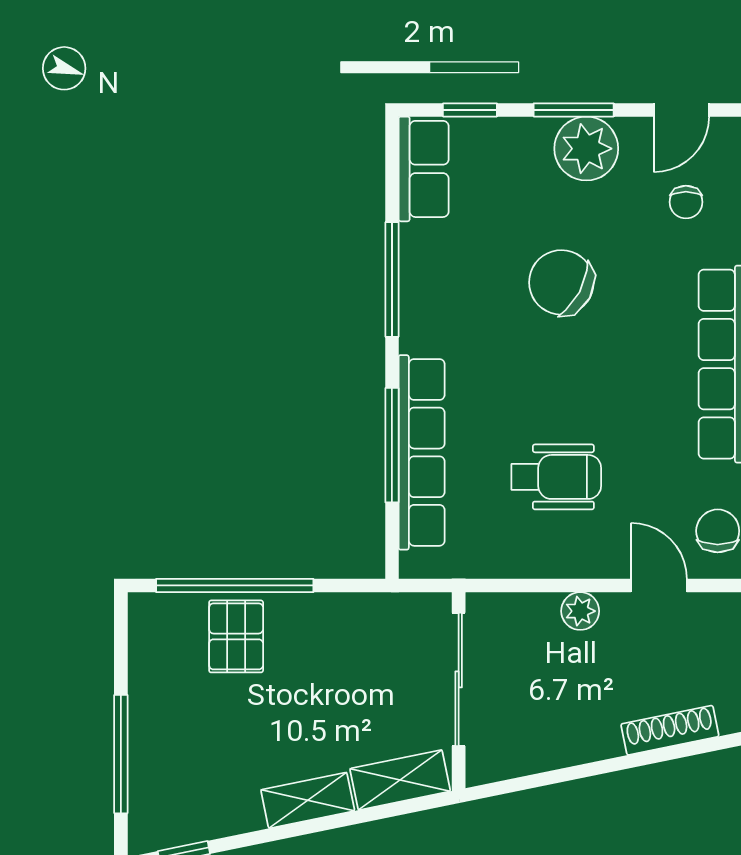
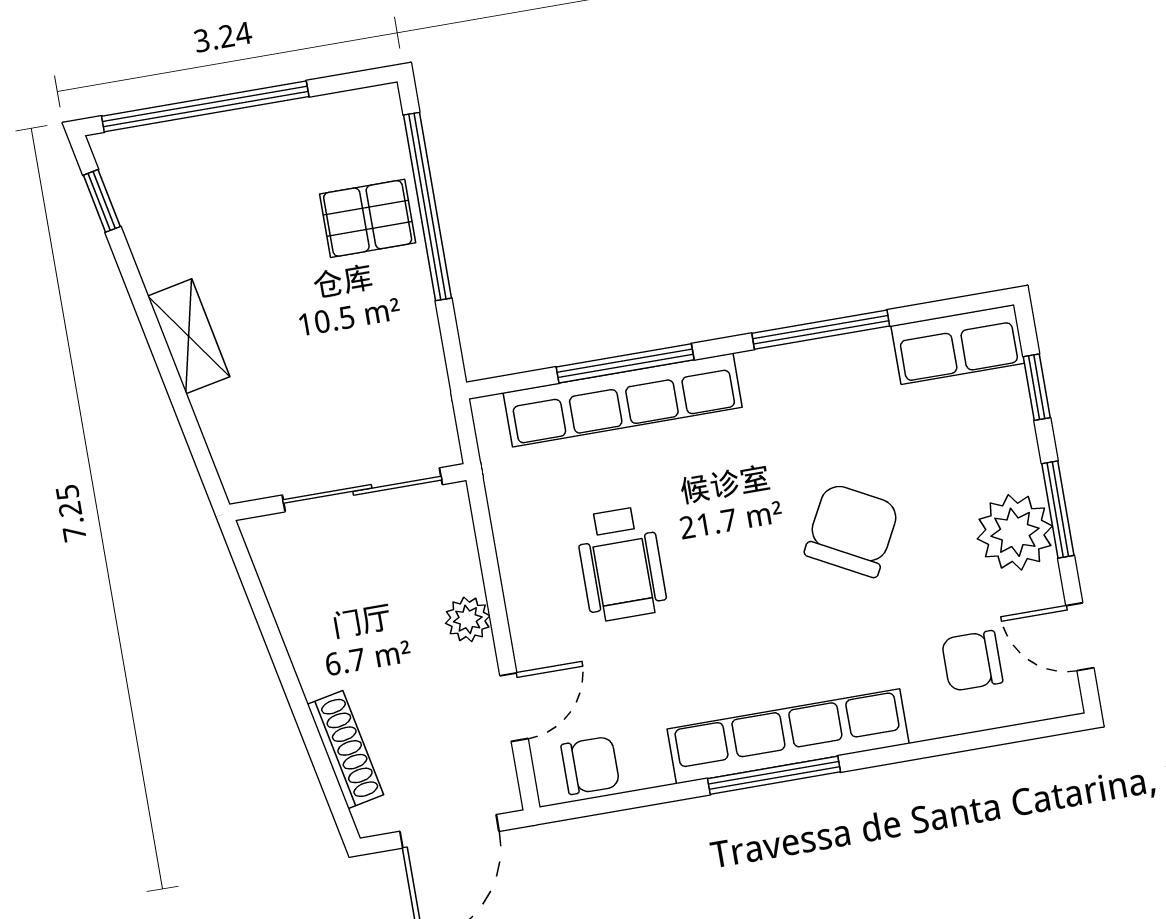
chair: (686, 202) -> (972, 661), width x1.37, depth x1.37
window: (121, 754) -> (205, 106), width x1.46
shelving: (400, 780) -> (232, 441), removed

